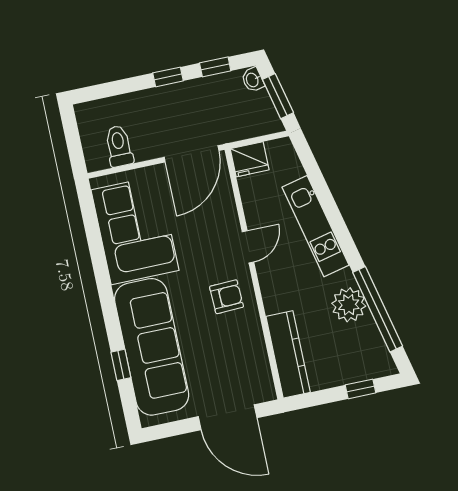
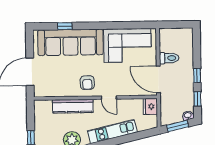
toilet: (119, 146) -> (169, 58), moved
kitchen counter: (288, 354) -> (73, 106), moved

